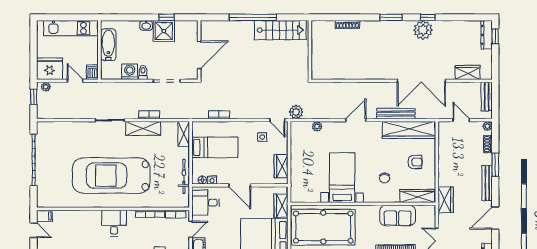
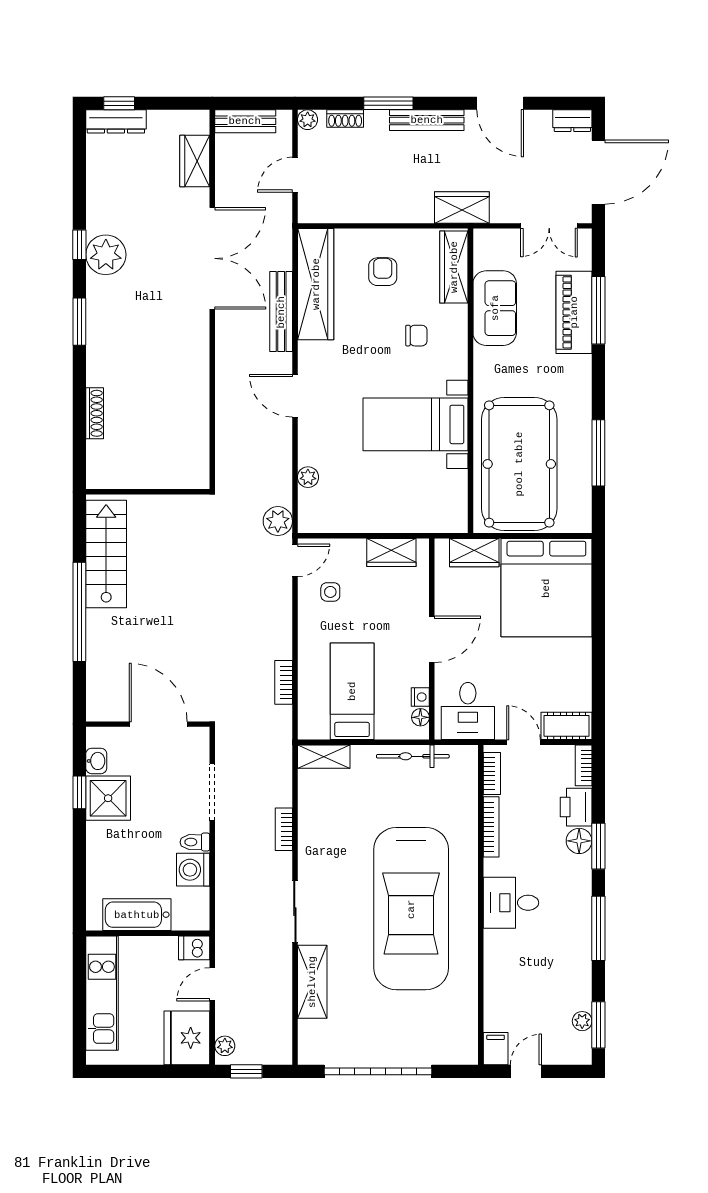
washbasin: (146, 25) -> (96, 761), moved
shelving: (143, 128) -> (312, 982), moved

